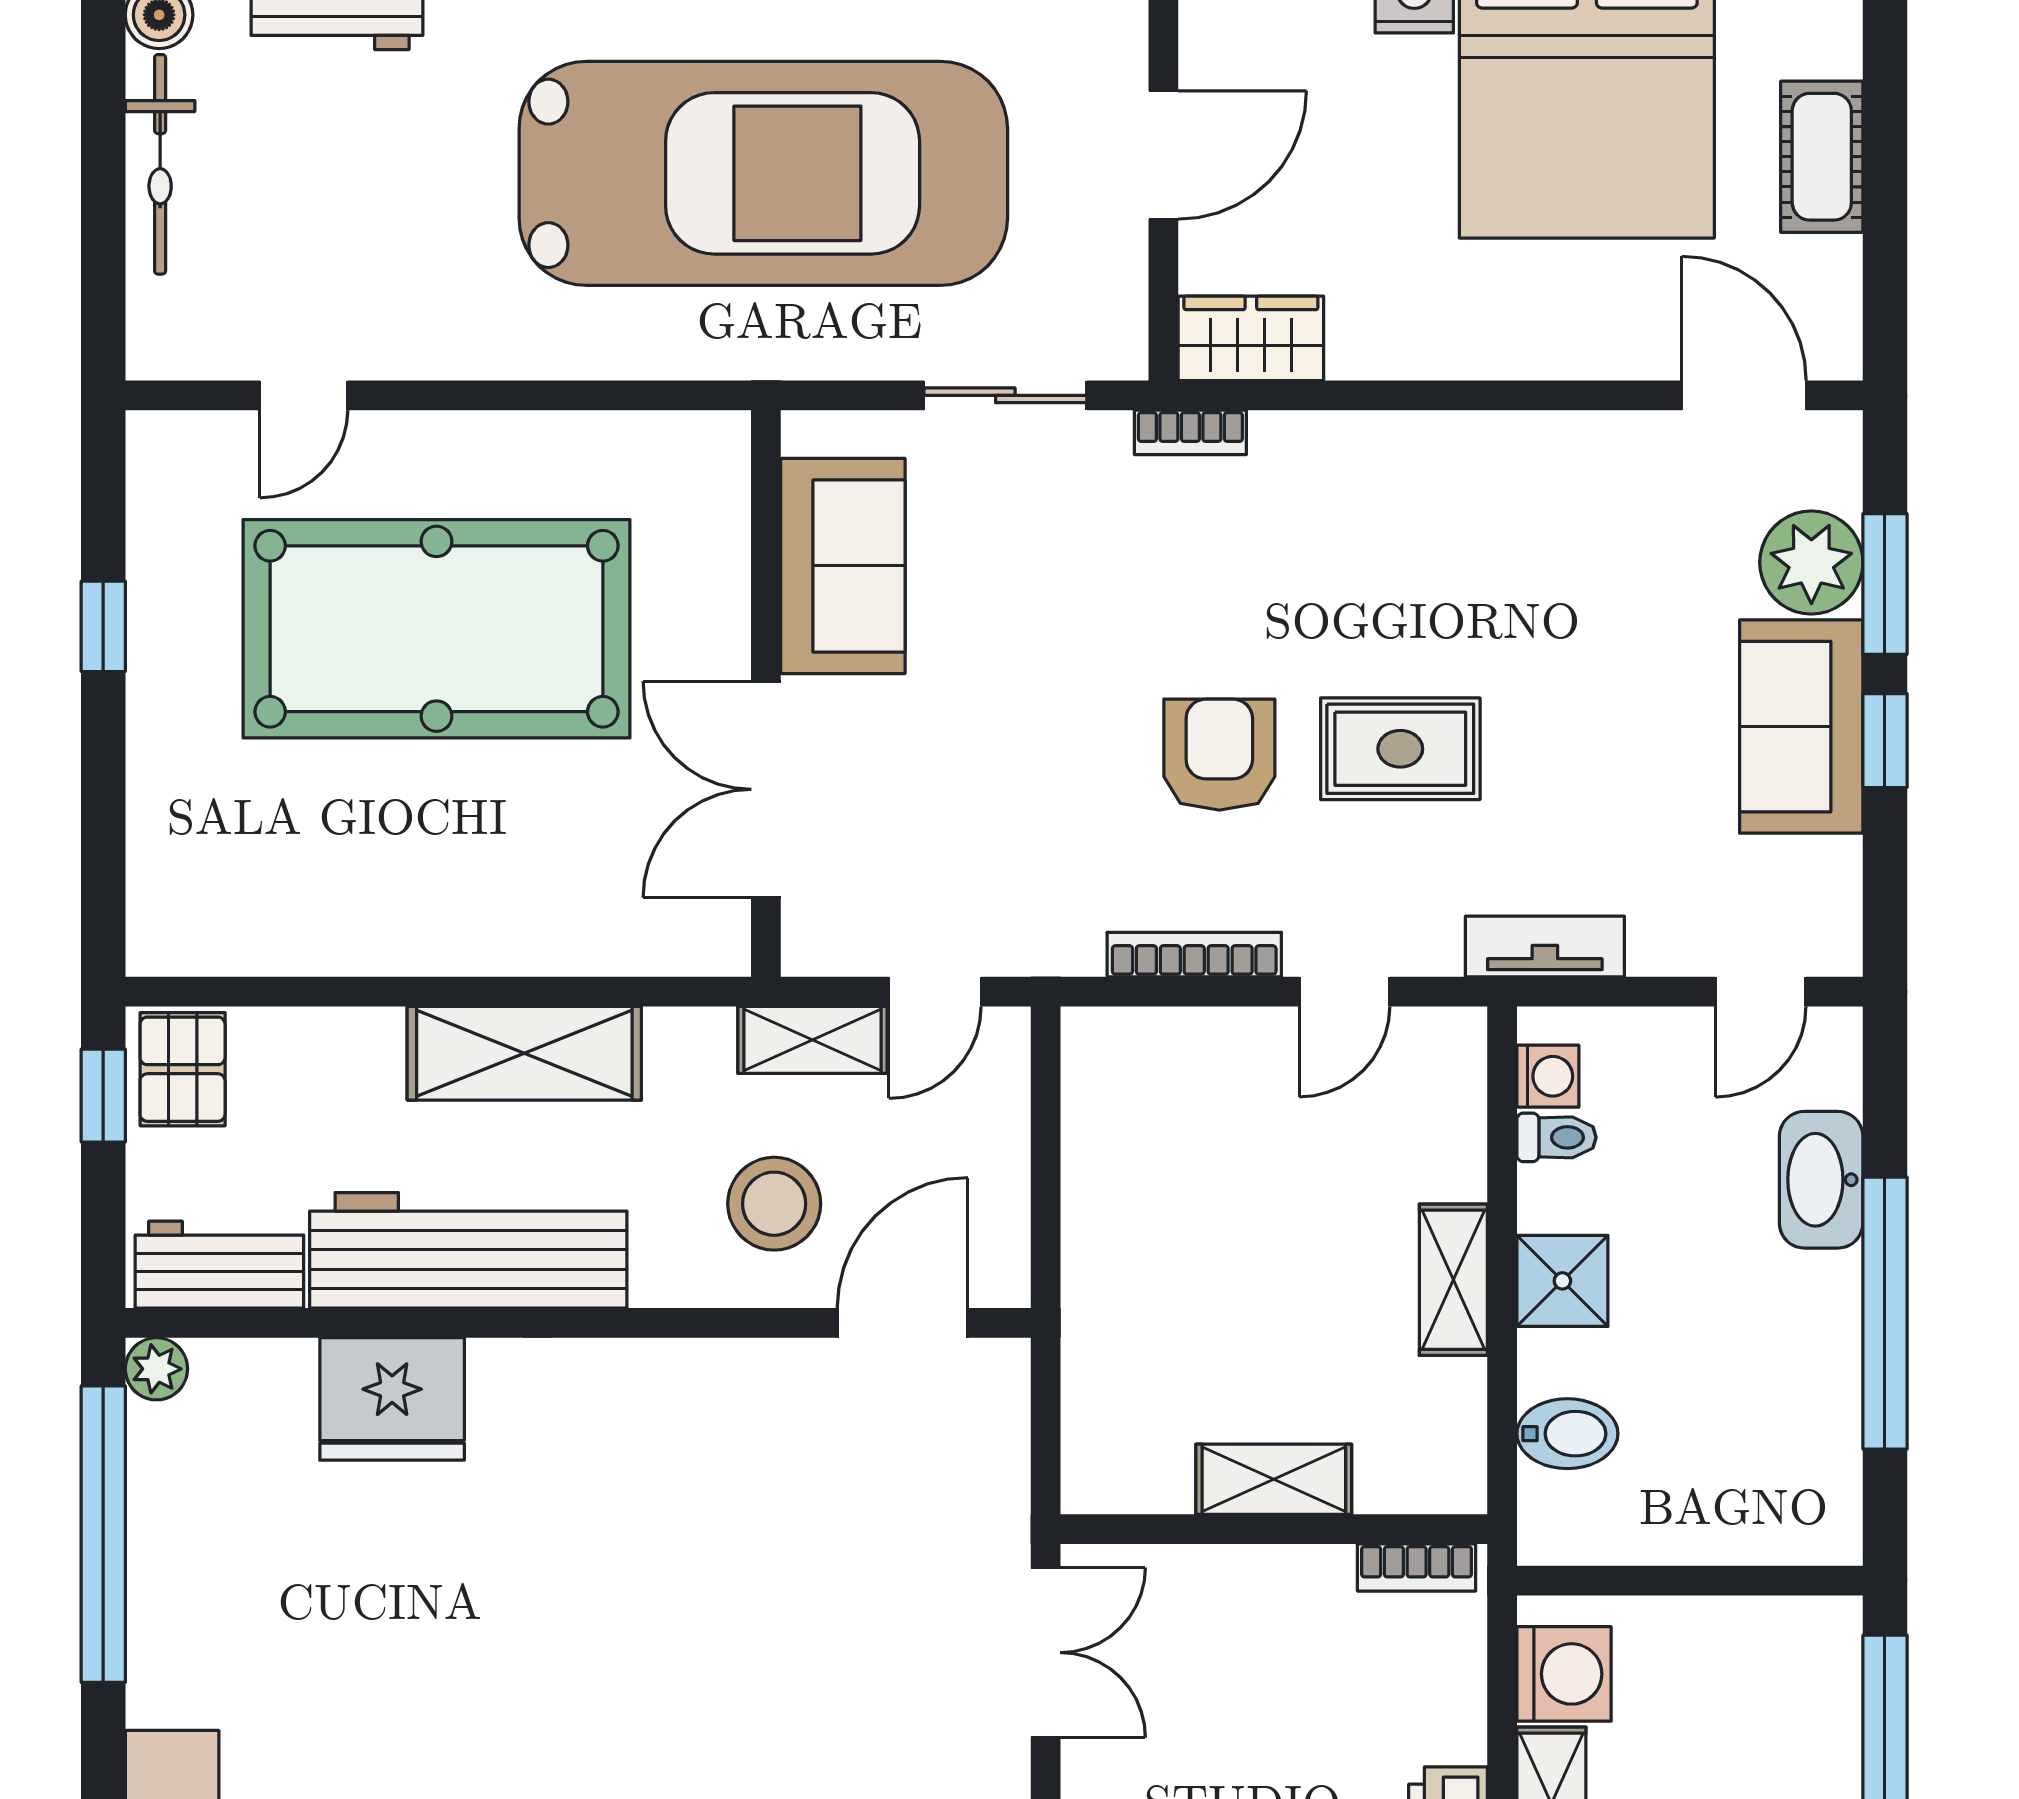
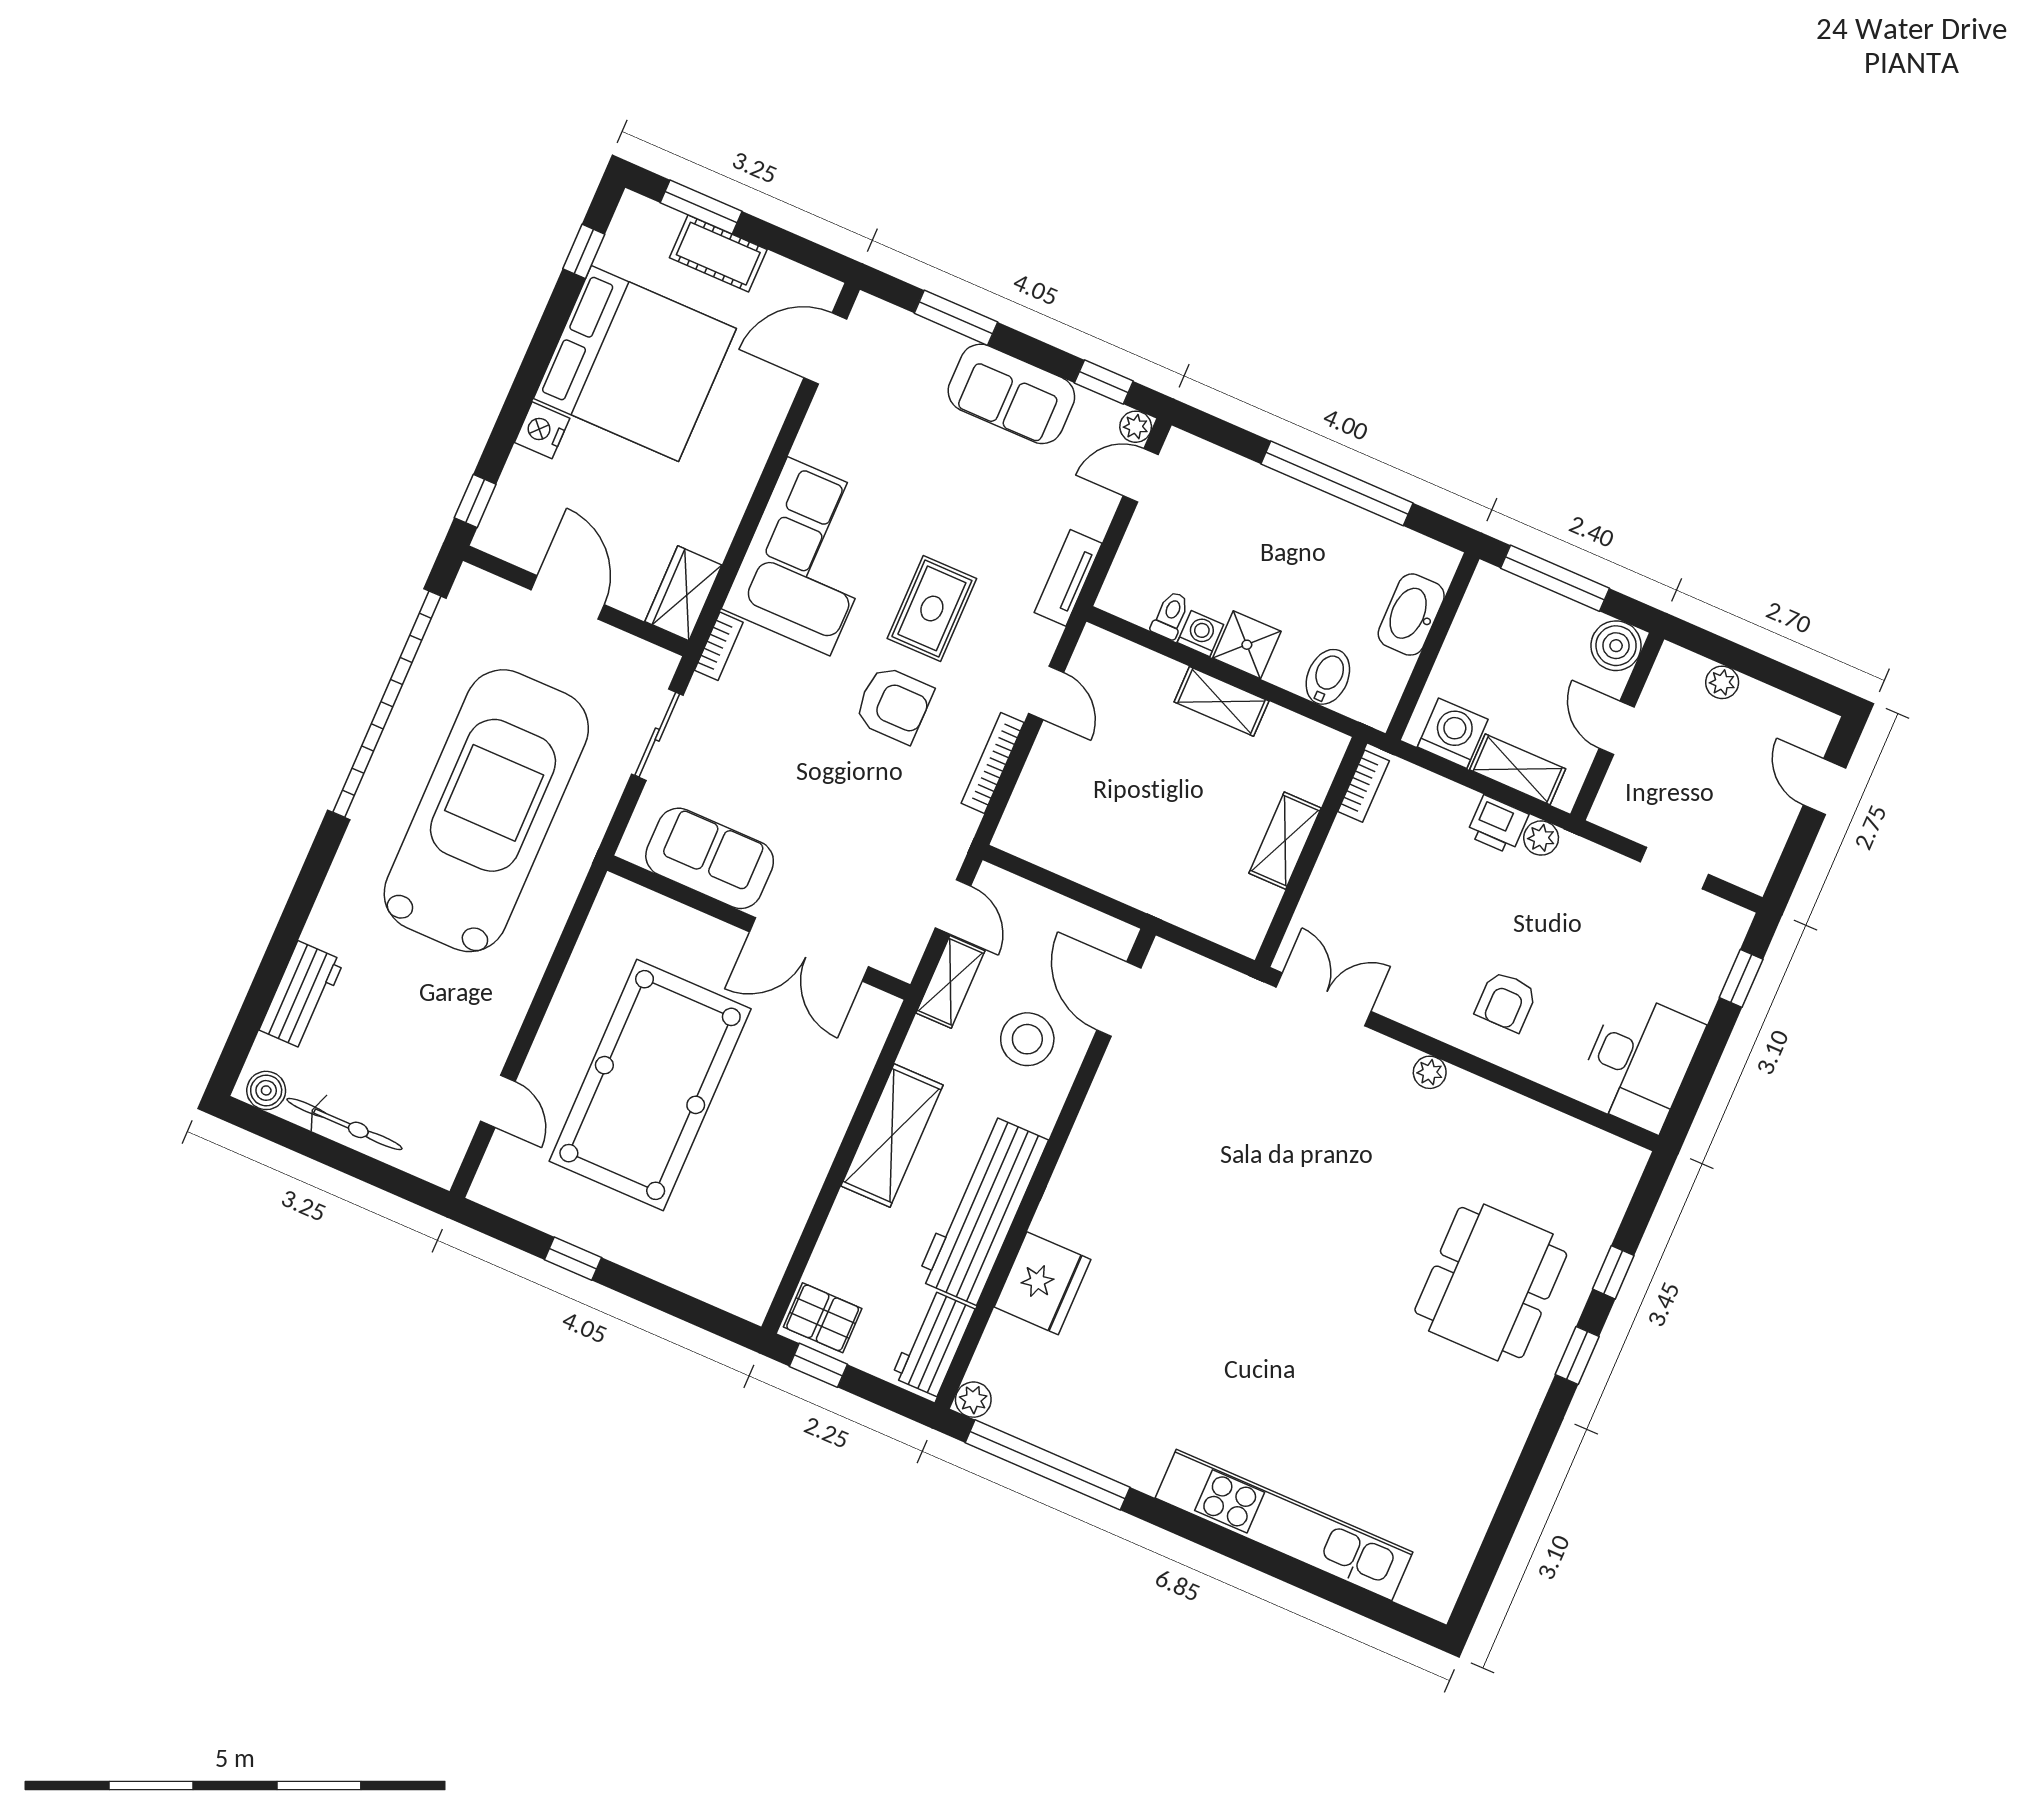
window: (1885, 97) -> (701, 207), added
corner sofa: (1398, 514) -> (809, 556), added
plant: (1811, 562) -> (1136, 427), moved, width x0.53, depth x0.53
window: (1885, 741) -> (1104, 382), moved
armchair: (1219, 755) -> (894, 704), turned 180
door: (1761, 992) -> (1141, 475), swing flipped
washing machine: (1548, 1076) -> (1200, 634), moved
washbasin: (1821, 1180) -> (1411, 615), moved, turned 90

